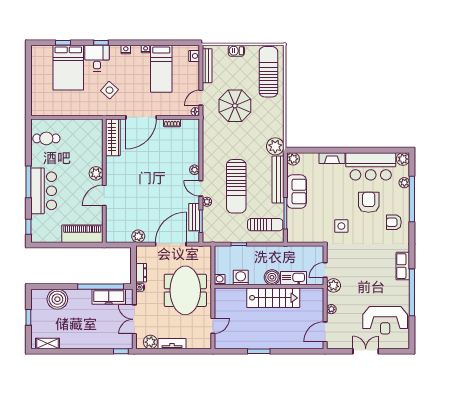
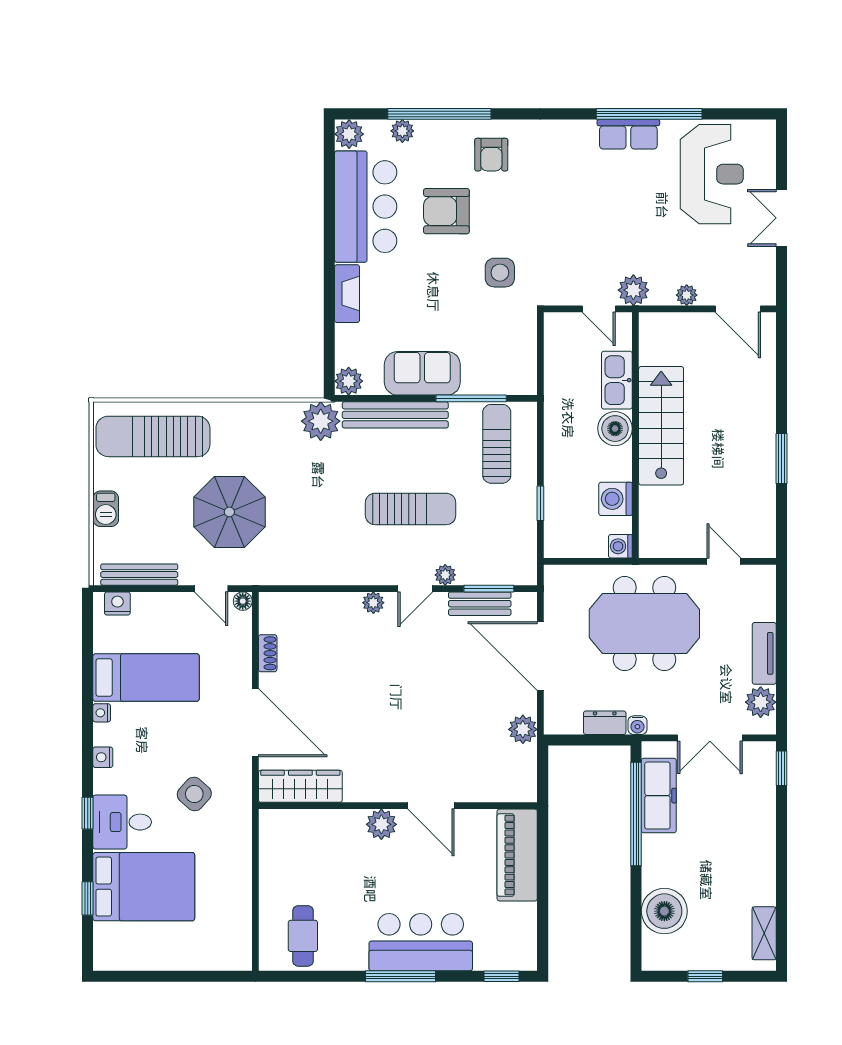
sun lounger: (236, 186) -> (411, 509), width x0.73, depth x0.75
row of seats: (403, 266) -> (628, 134), moved

